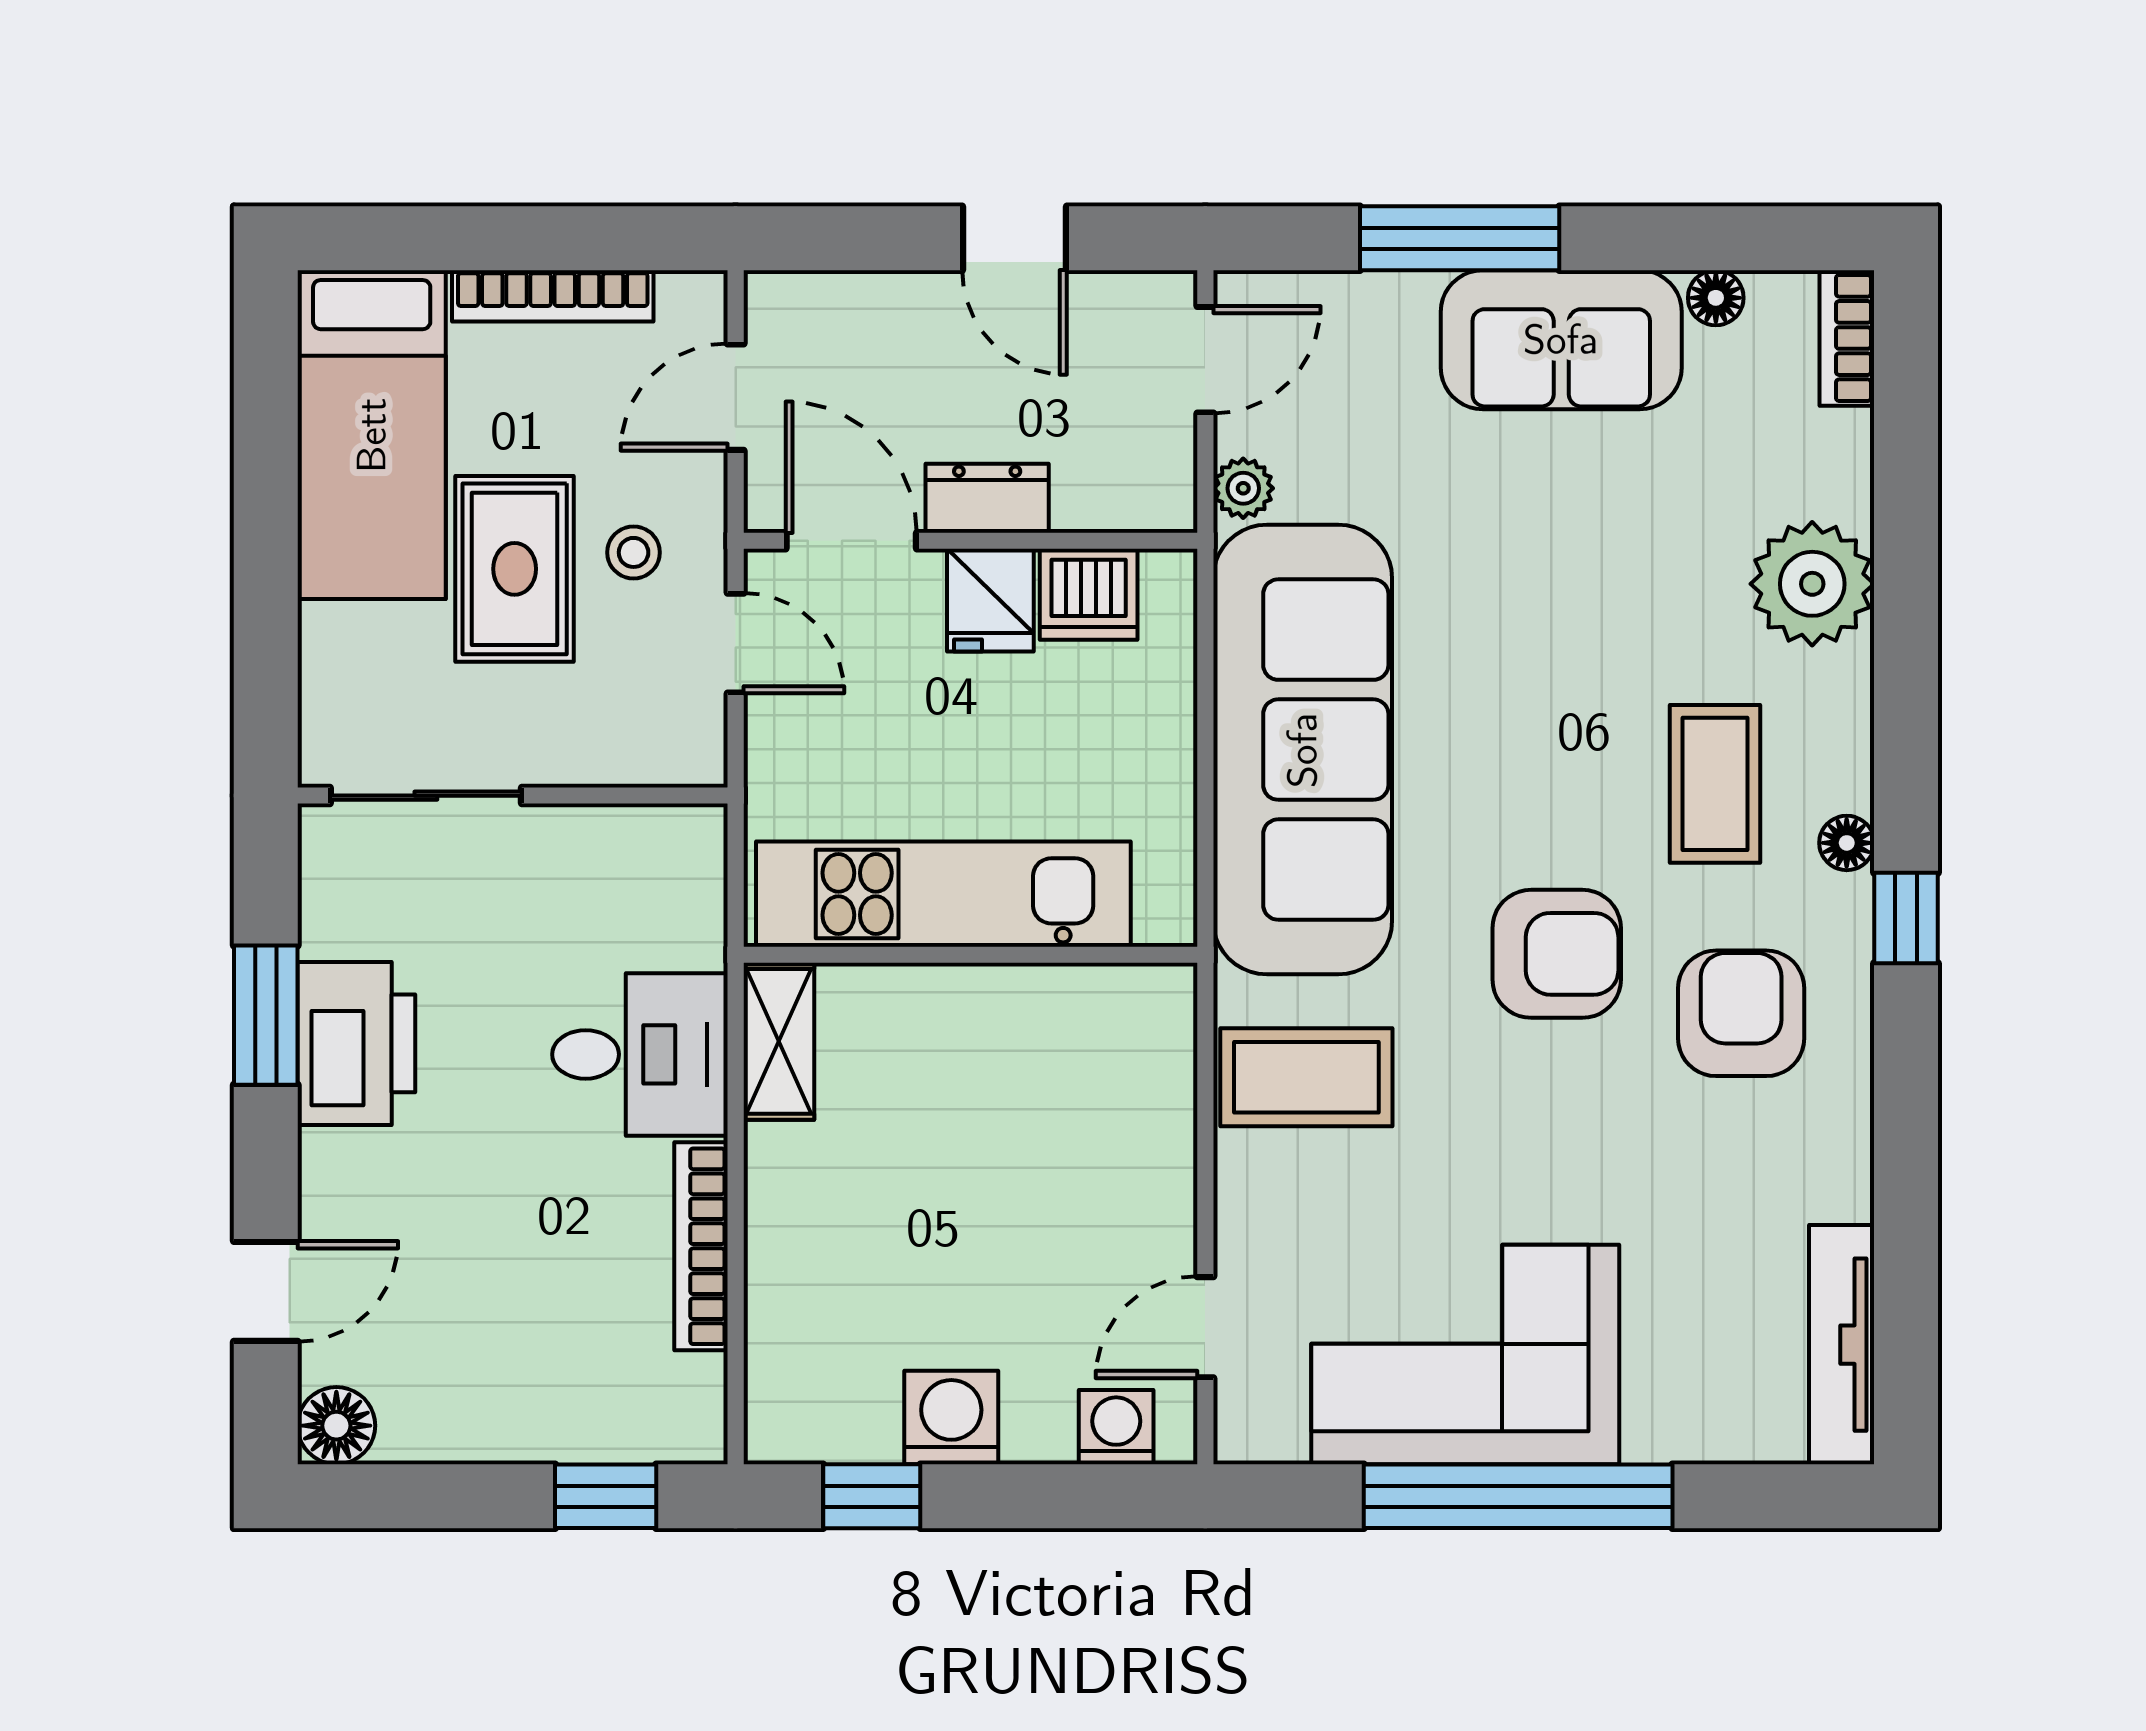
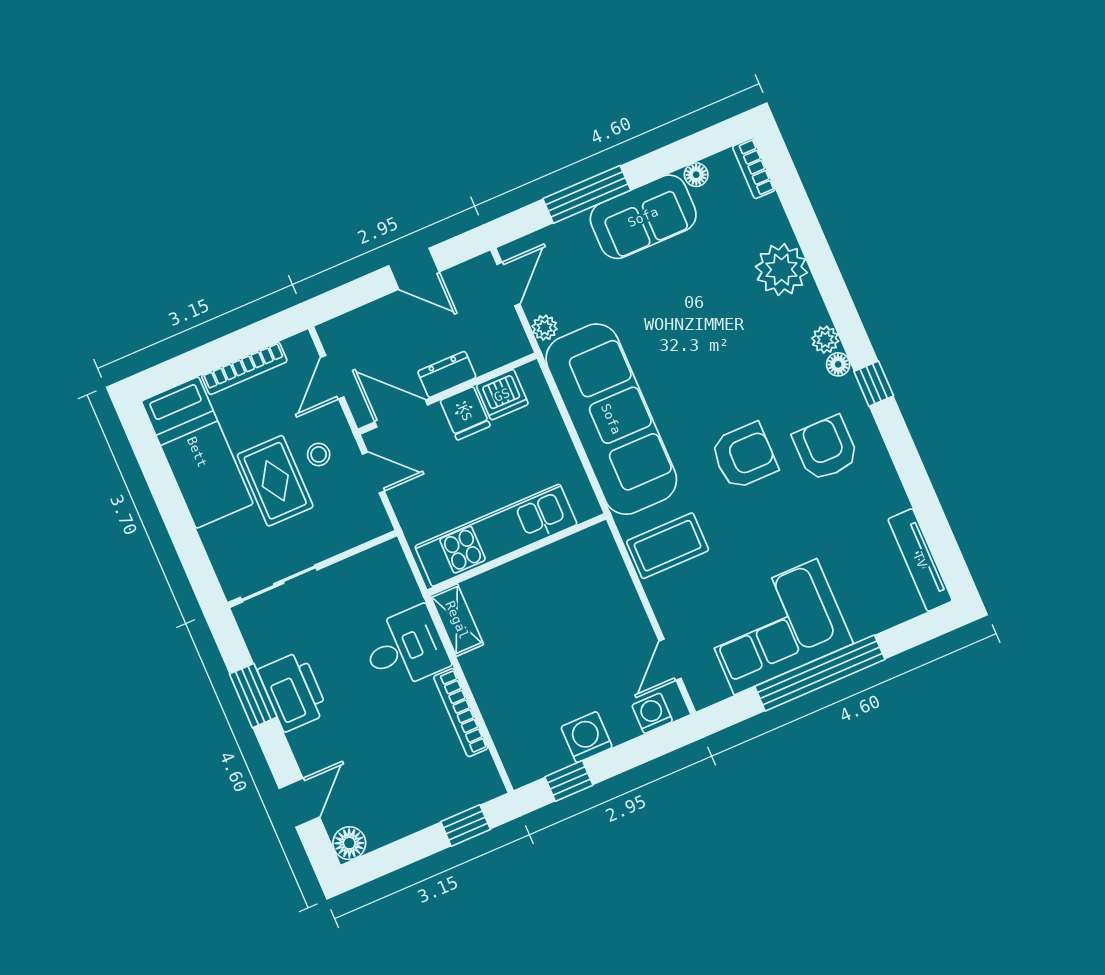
plant: (1842, 777) -> (825, 340), added
coffee table: (1715, 784) -> (777, 364), removed

